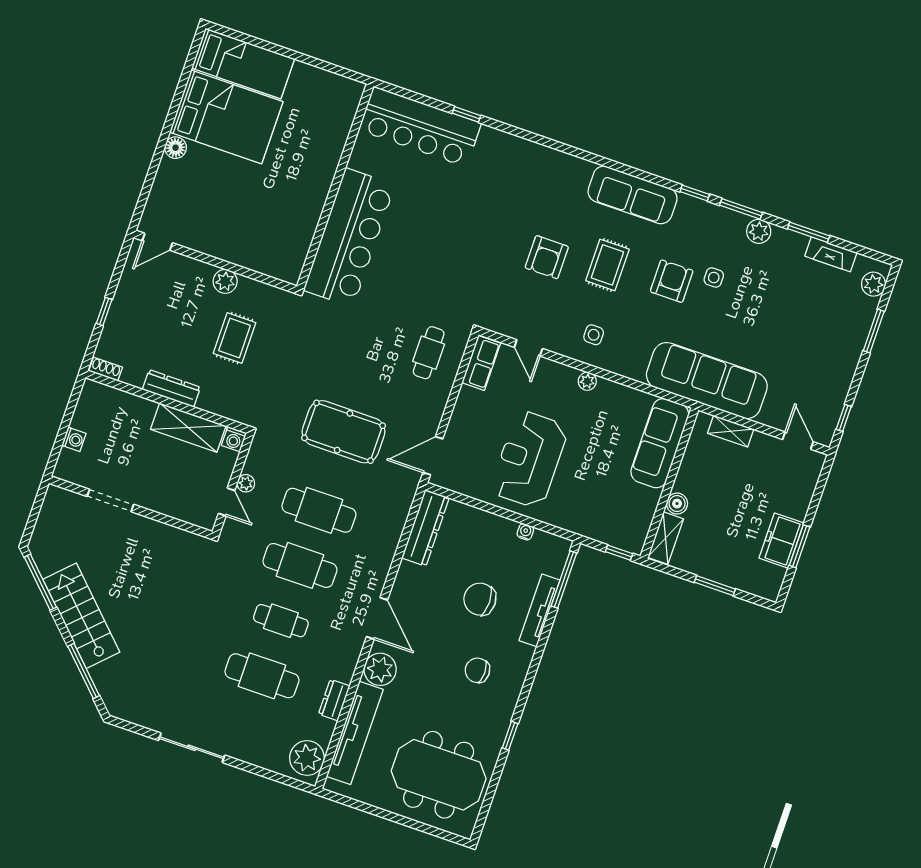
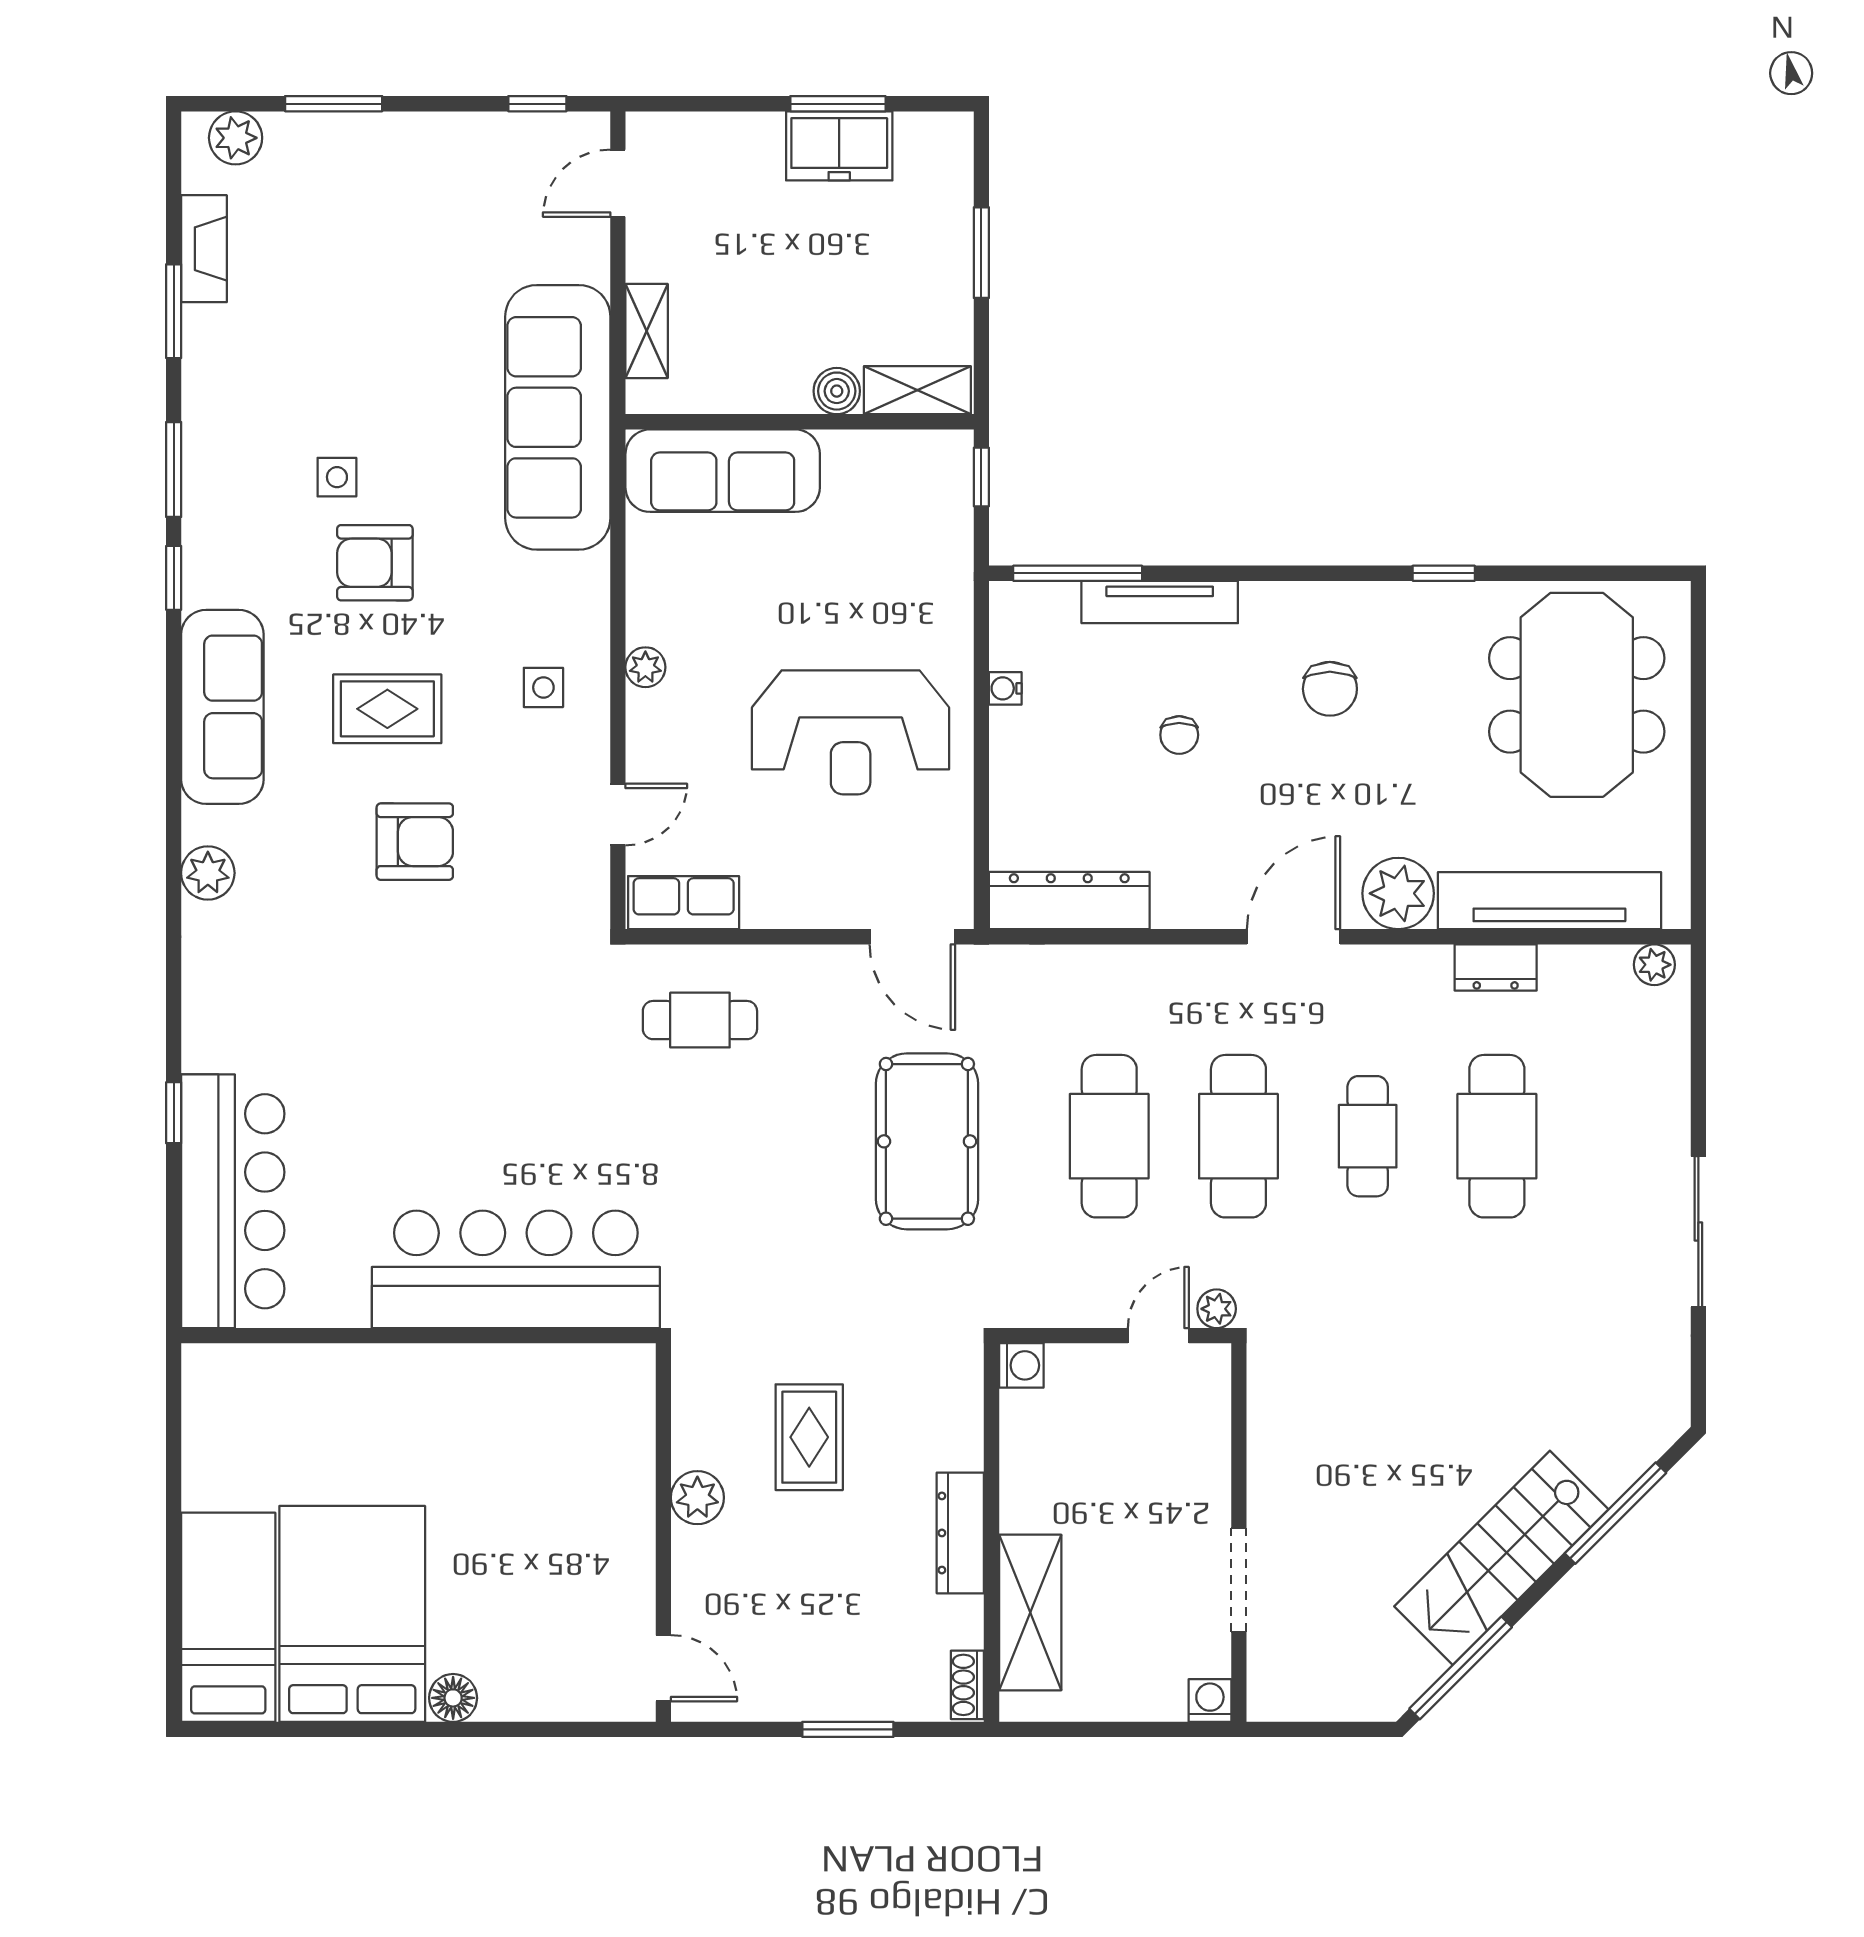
plant: (759, 231) -> (208, 873), moved
window: (104, 312) -> (848, 1729), width x1.50
rug: (235, 338) -> (809, 1437), turned 90
shelving: (188, 428) -> (1030, 1613), moved
washing machine: (74, 439) -> (1210, 1700), moved
plant: (246, 483) -> (1217, 1309), moved
chair: (480, 599) -> (1179, 735), width x0.54, depth x0.54
plant: (307, 758) -> (1654, 965), width x0.53, depth x0.53

